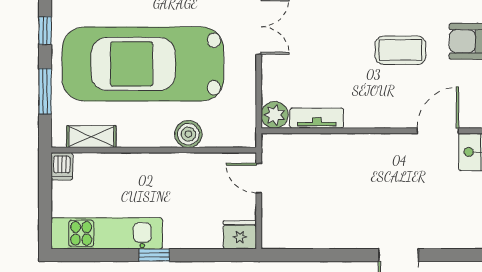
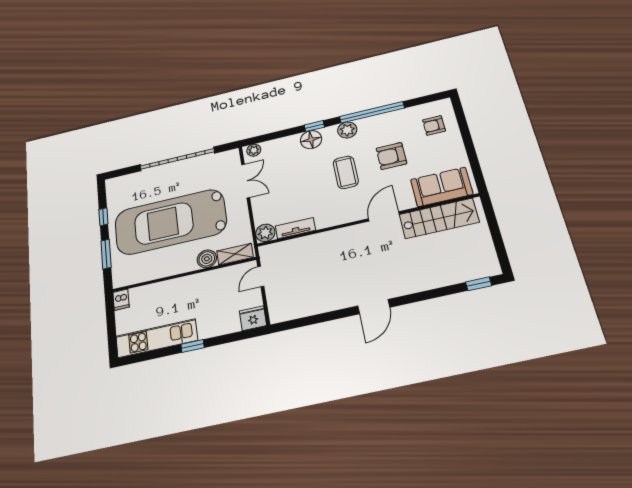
coffee table: (400, 50) -> (346, 172), turned 90
shelving: (91, 137) -> (235, 254), moved
door: (259, 178) -> (261, 277), hinge flipped

